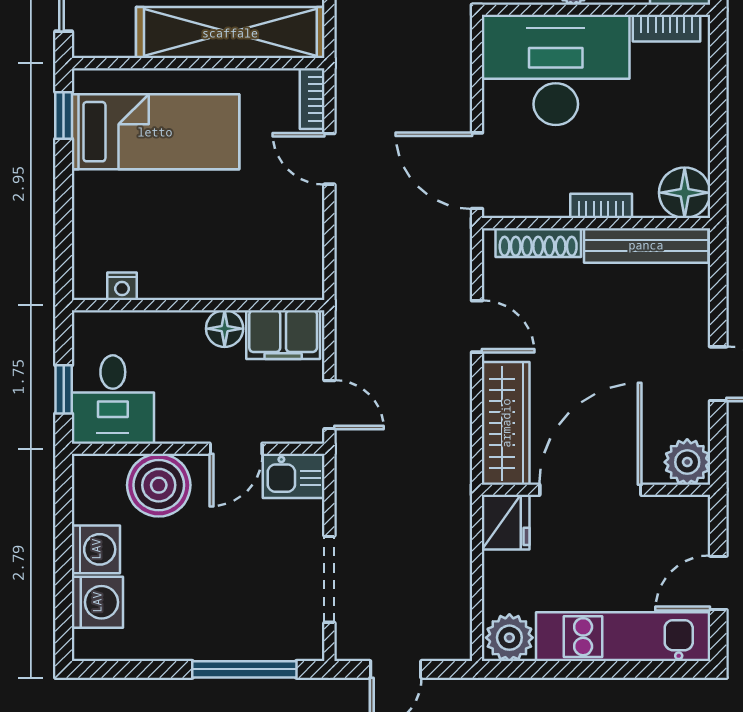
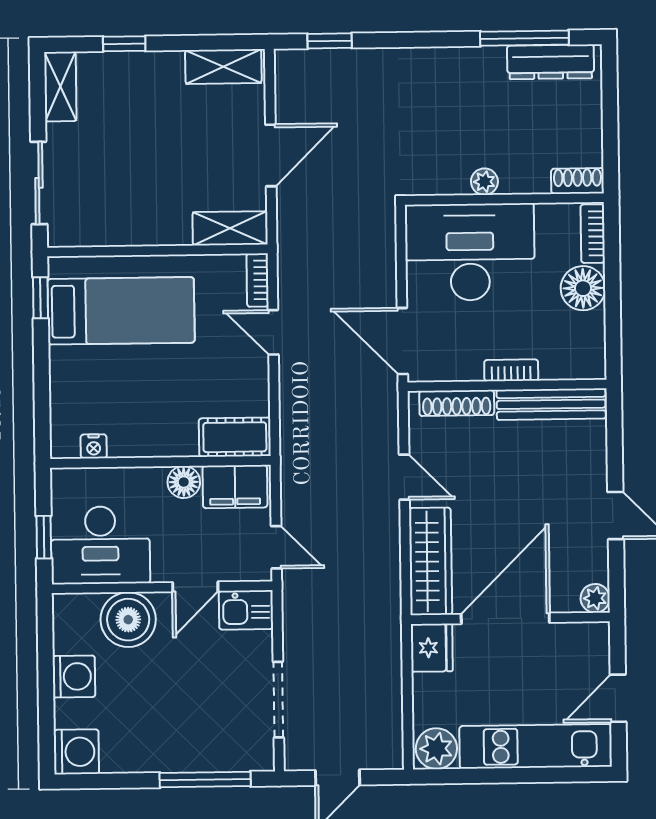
bookcase: (666, 28) -> (593, 234), moved, turned 90
shelving: (230, 33) -> (230, 228), width x0.45, depth x0.75
floor lamp: (685, 193) -> (583, 288), moved
cot: (284, 278) -> (235, 437), added
desk: (113, 400) -> (100, 545), width x1.37
plant: (687, 462) -> (595, 598), width x0.73, depth x0.73
washing machine: (97, 602) -> (76, 752), moved

